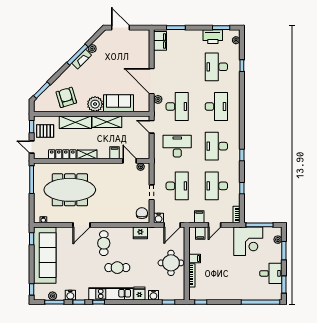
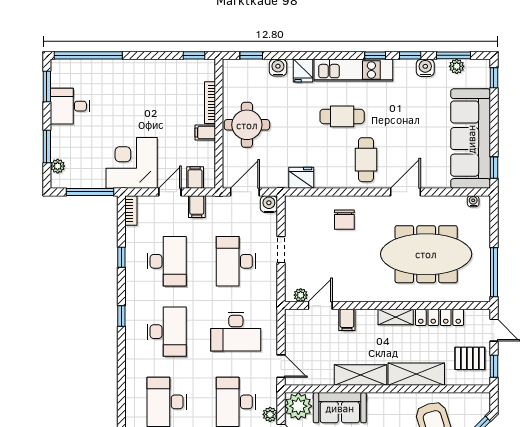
plant: (95, 104) -> (298, 406), moved
door: (130, 161) -> (320, 306), swing flipped
chair: (142, 213) -> (344, 220), moved
corner desk: (248, 241) -> (132, 163), moved

